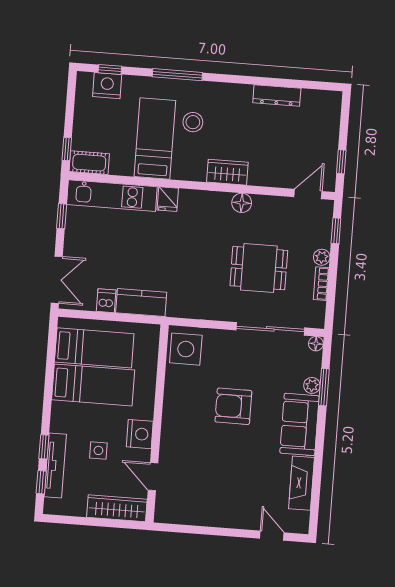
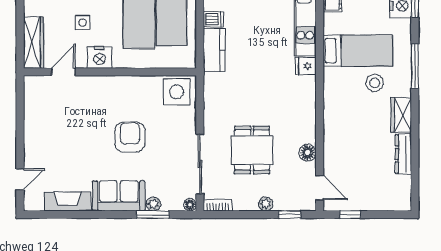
wardrobe: (227, 172) -> (401, 115), moved, turned 180
floor lamp: (242, 203) -> (308, 153), moved
bookcase: (321, 284) -> (218, 205), moved

